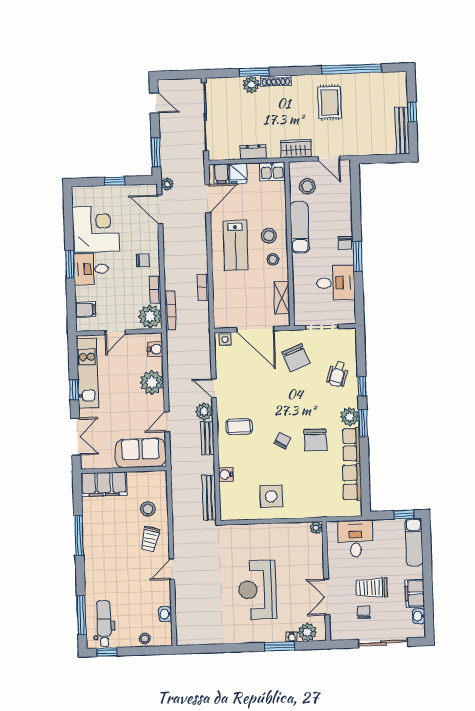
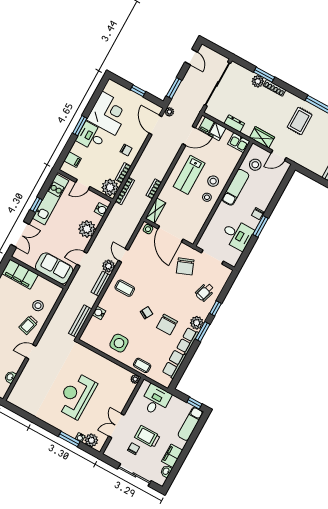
door: (329, 158) -> (279, 155), hinge flipped
shelving: (282, 298) -> (155, 211), moved
coffee table: (315, 507) -> (142, 365), added

